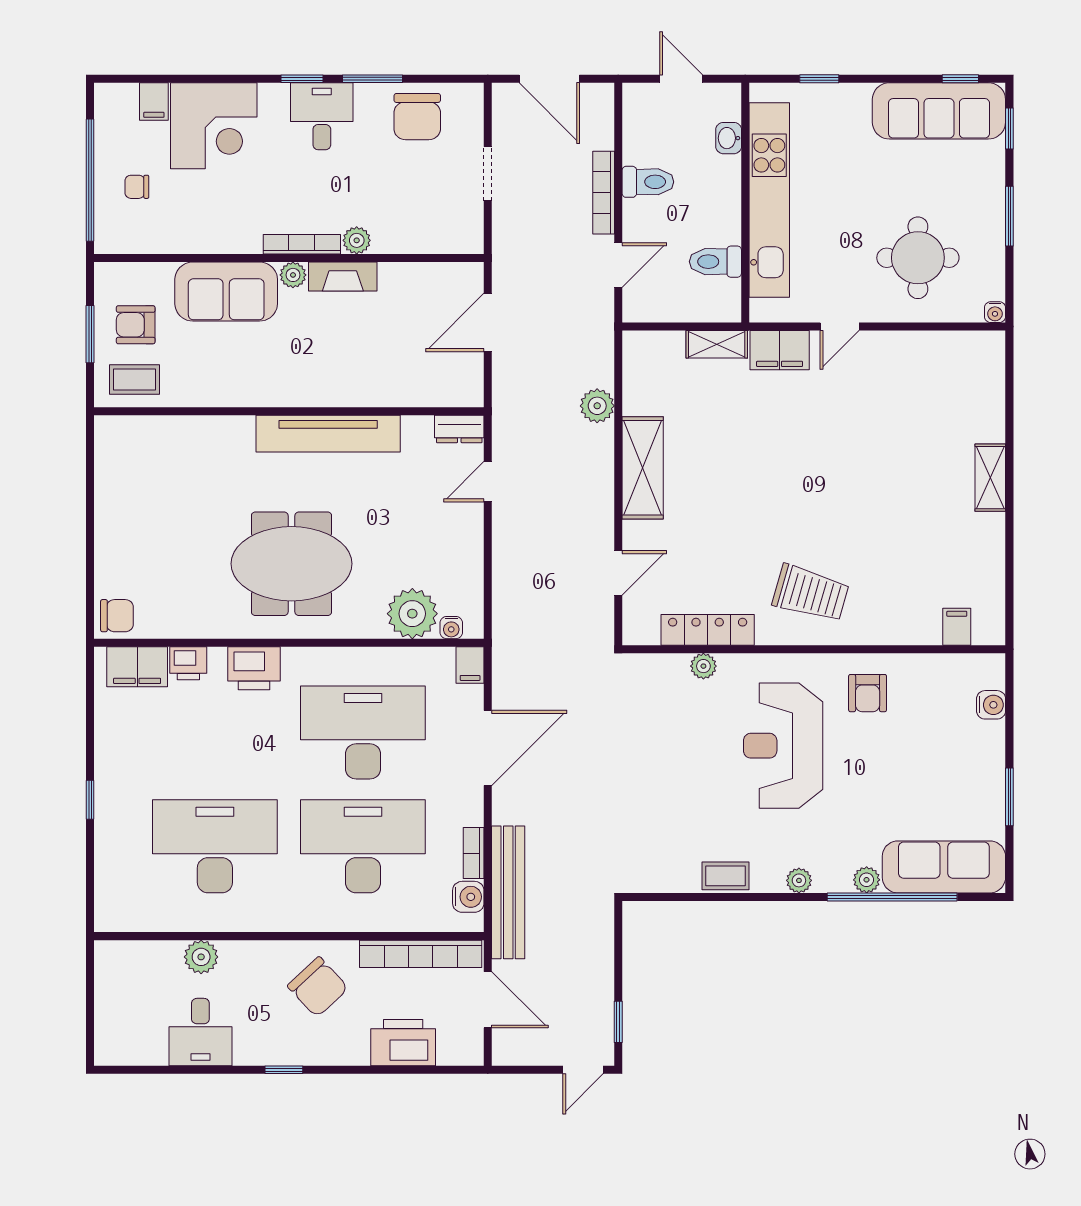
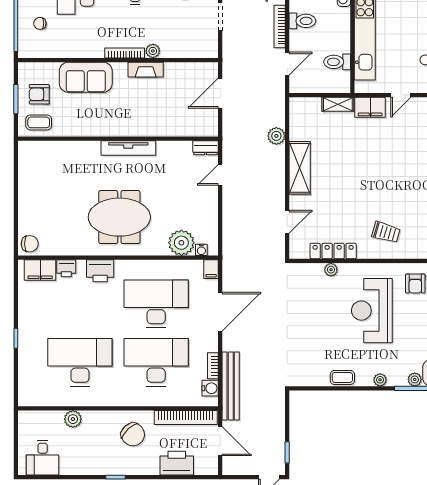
plant: (293, 275) -> (120, 69), removed
tv unit: (328, 434) -> (128, 148), width x0.73, depth x0.78
trolley: (811, 593) -> (386, 232), width x0.73, depth x0.72
desk: (200, 1032) -> (43, 458), moved

